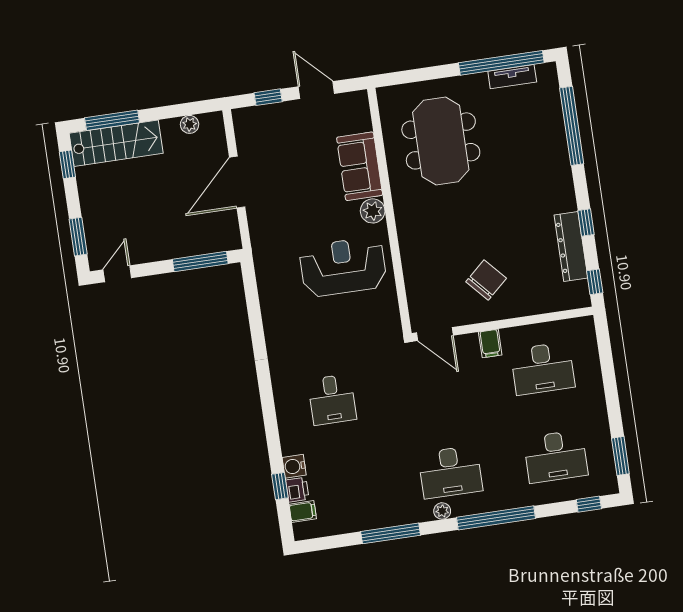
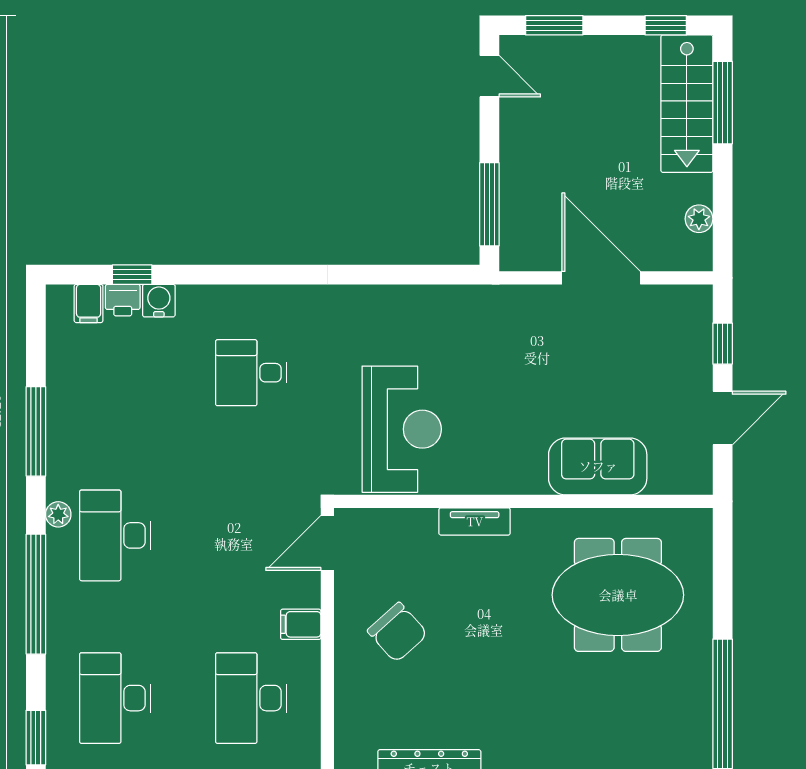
tv unit: (512, 77) -> (475, 521), moved, turned -90
plant: (373, 211) -> (527, 476), removed
reception desk: (343, 267) -> (402, 429), moved
window: (589, 504) -> (36, 738), width x1.50

